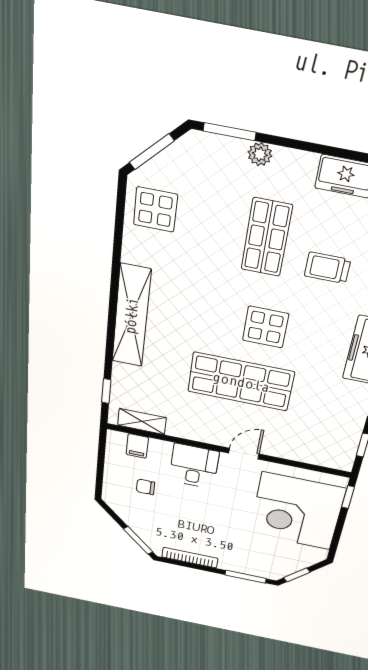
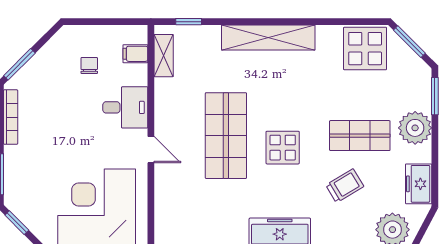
plant: (260, 154) -> (415, 128), width x1.87, depth x1.87
display table: (155, 210) -> (365, 49), width x1.36, depth x1.36
trolley: (327, 268) -> (345, 186), turned 59

